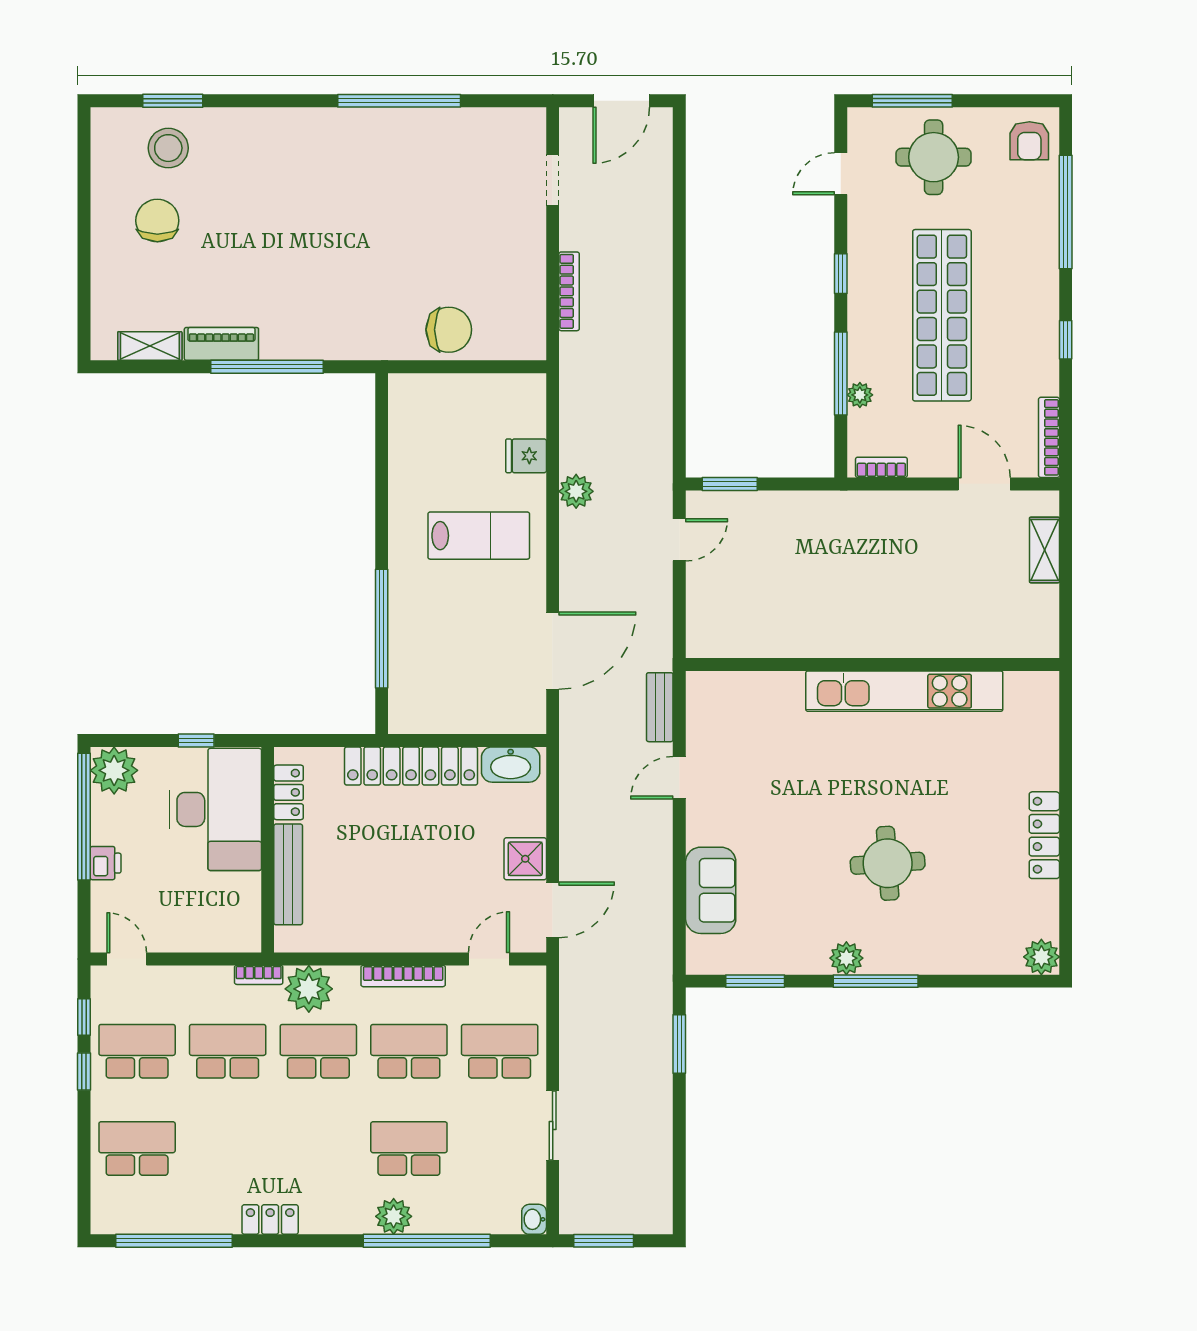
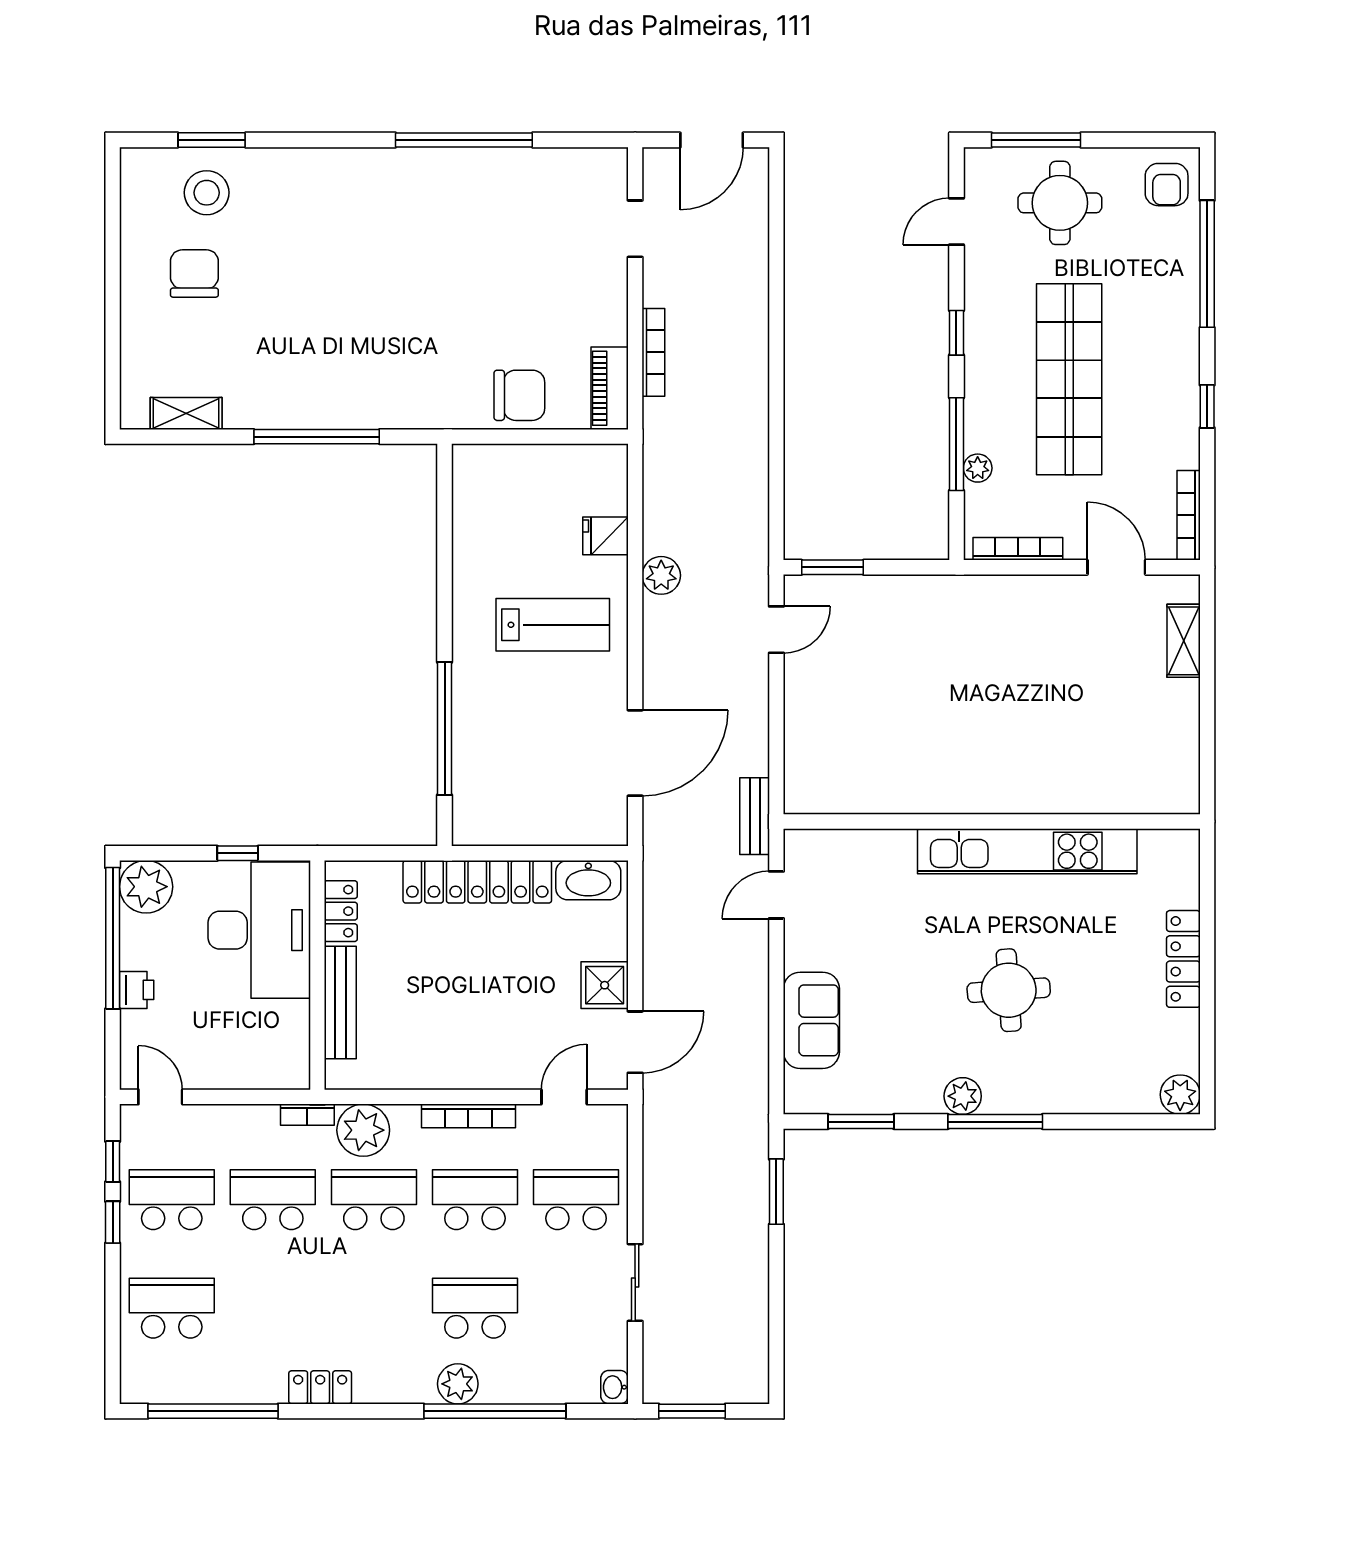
piano: (221, 344) -> (610, 388), moved, turned -90
bookcase: (881, 467) -> (1018, 549), width x1.56
wall: (872, 664) -> (992, 821), moved
kitchen unit: (904, 691) -> (1027, 851), moved

